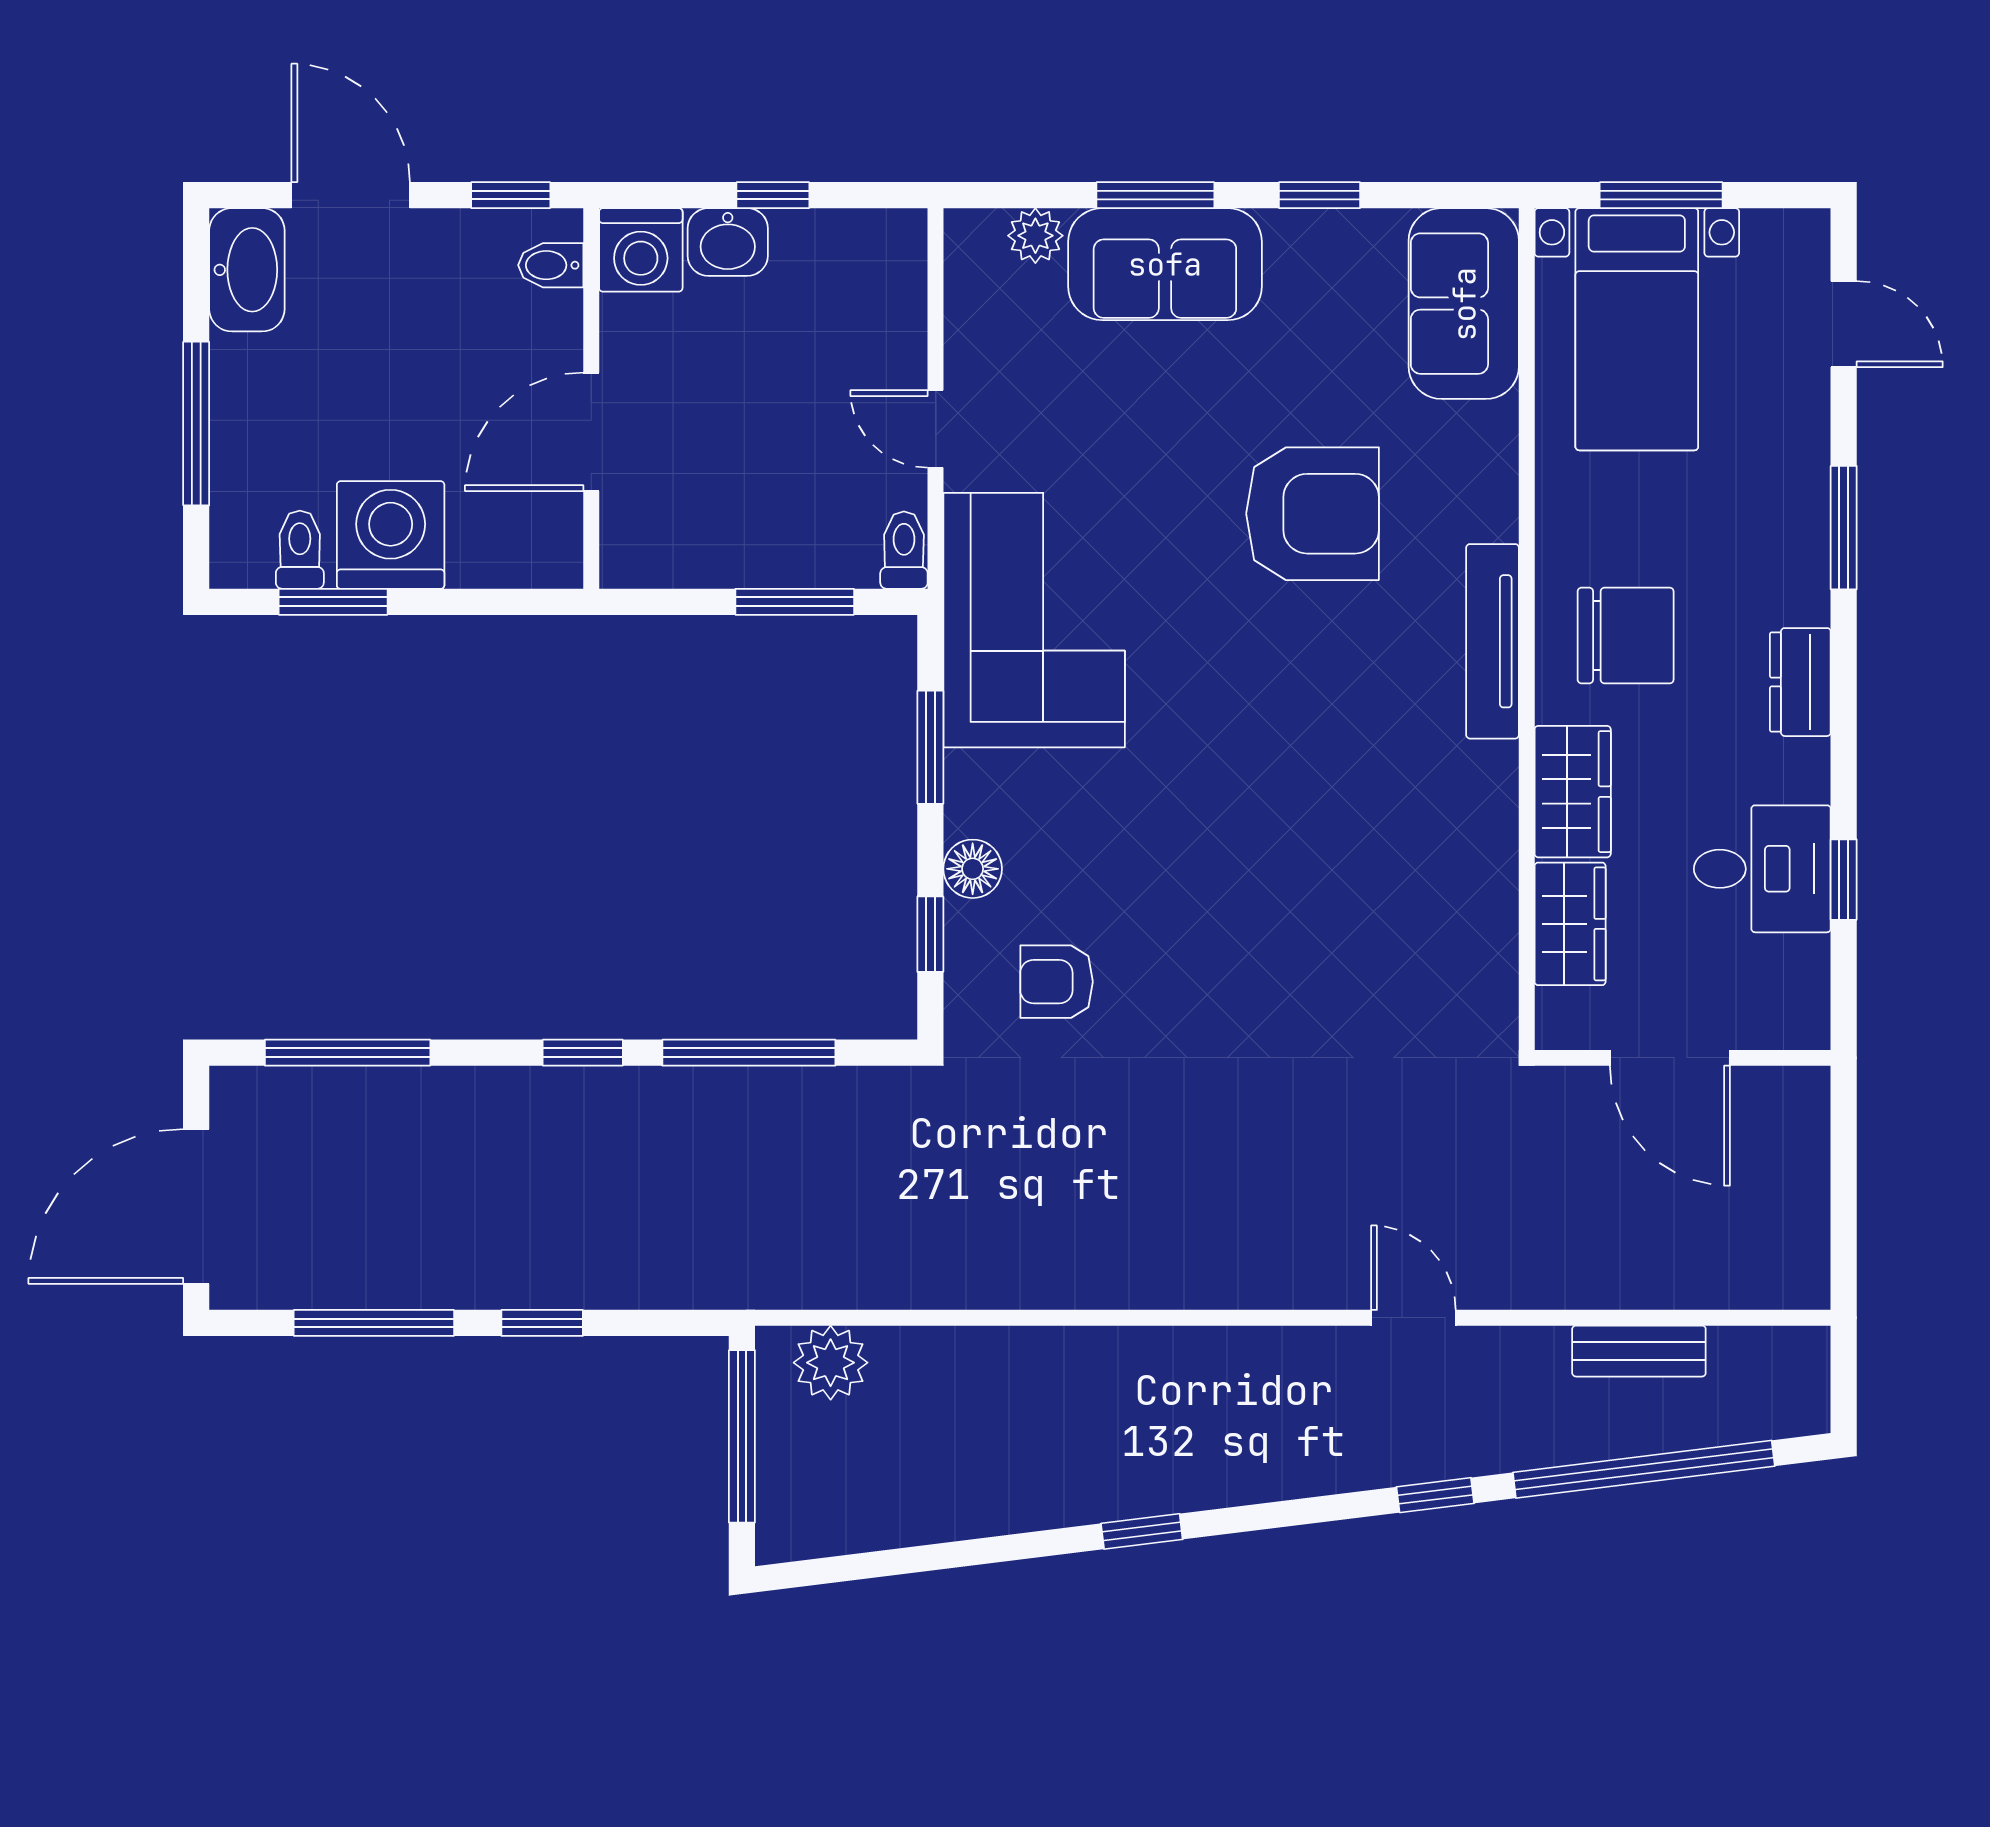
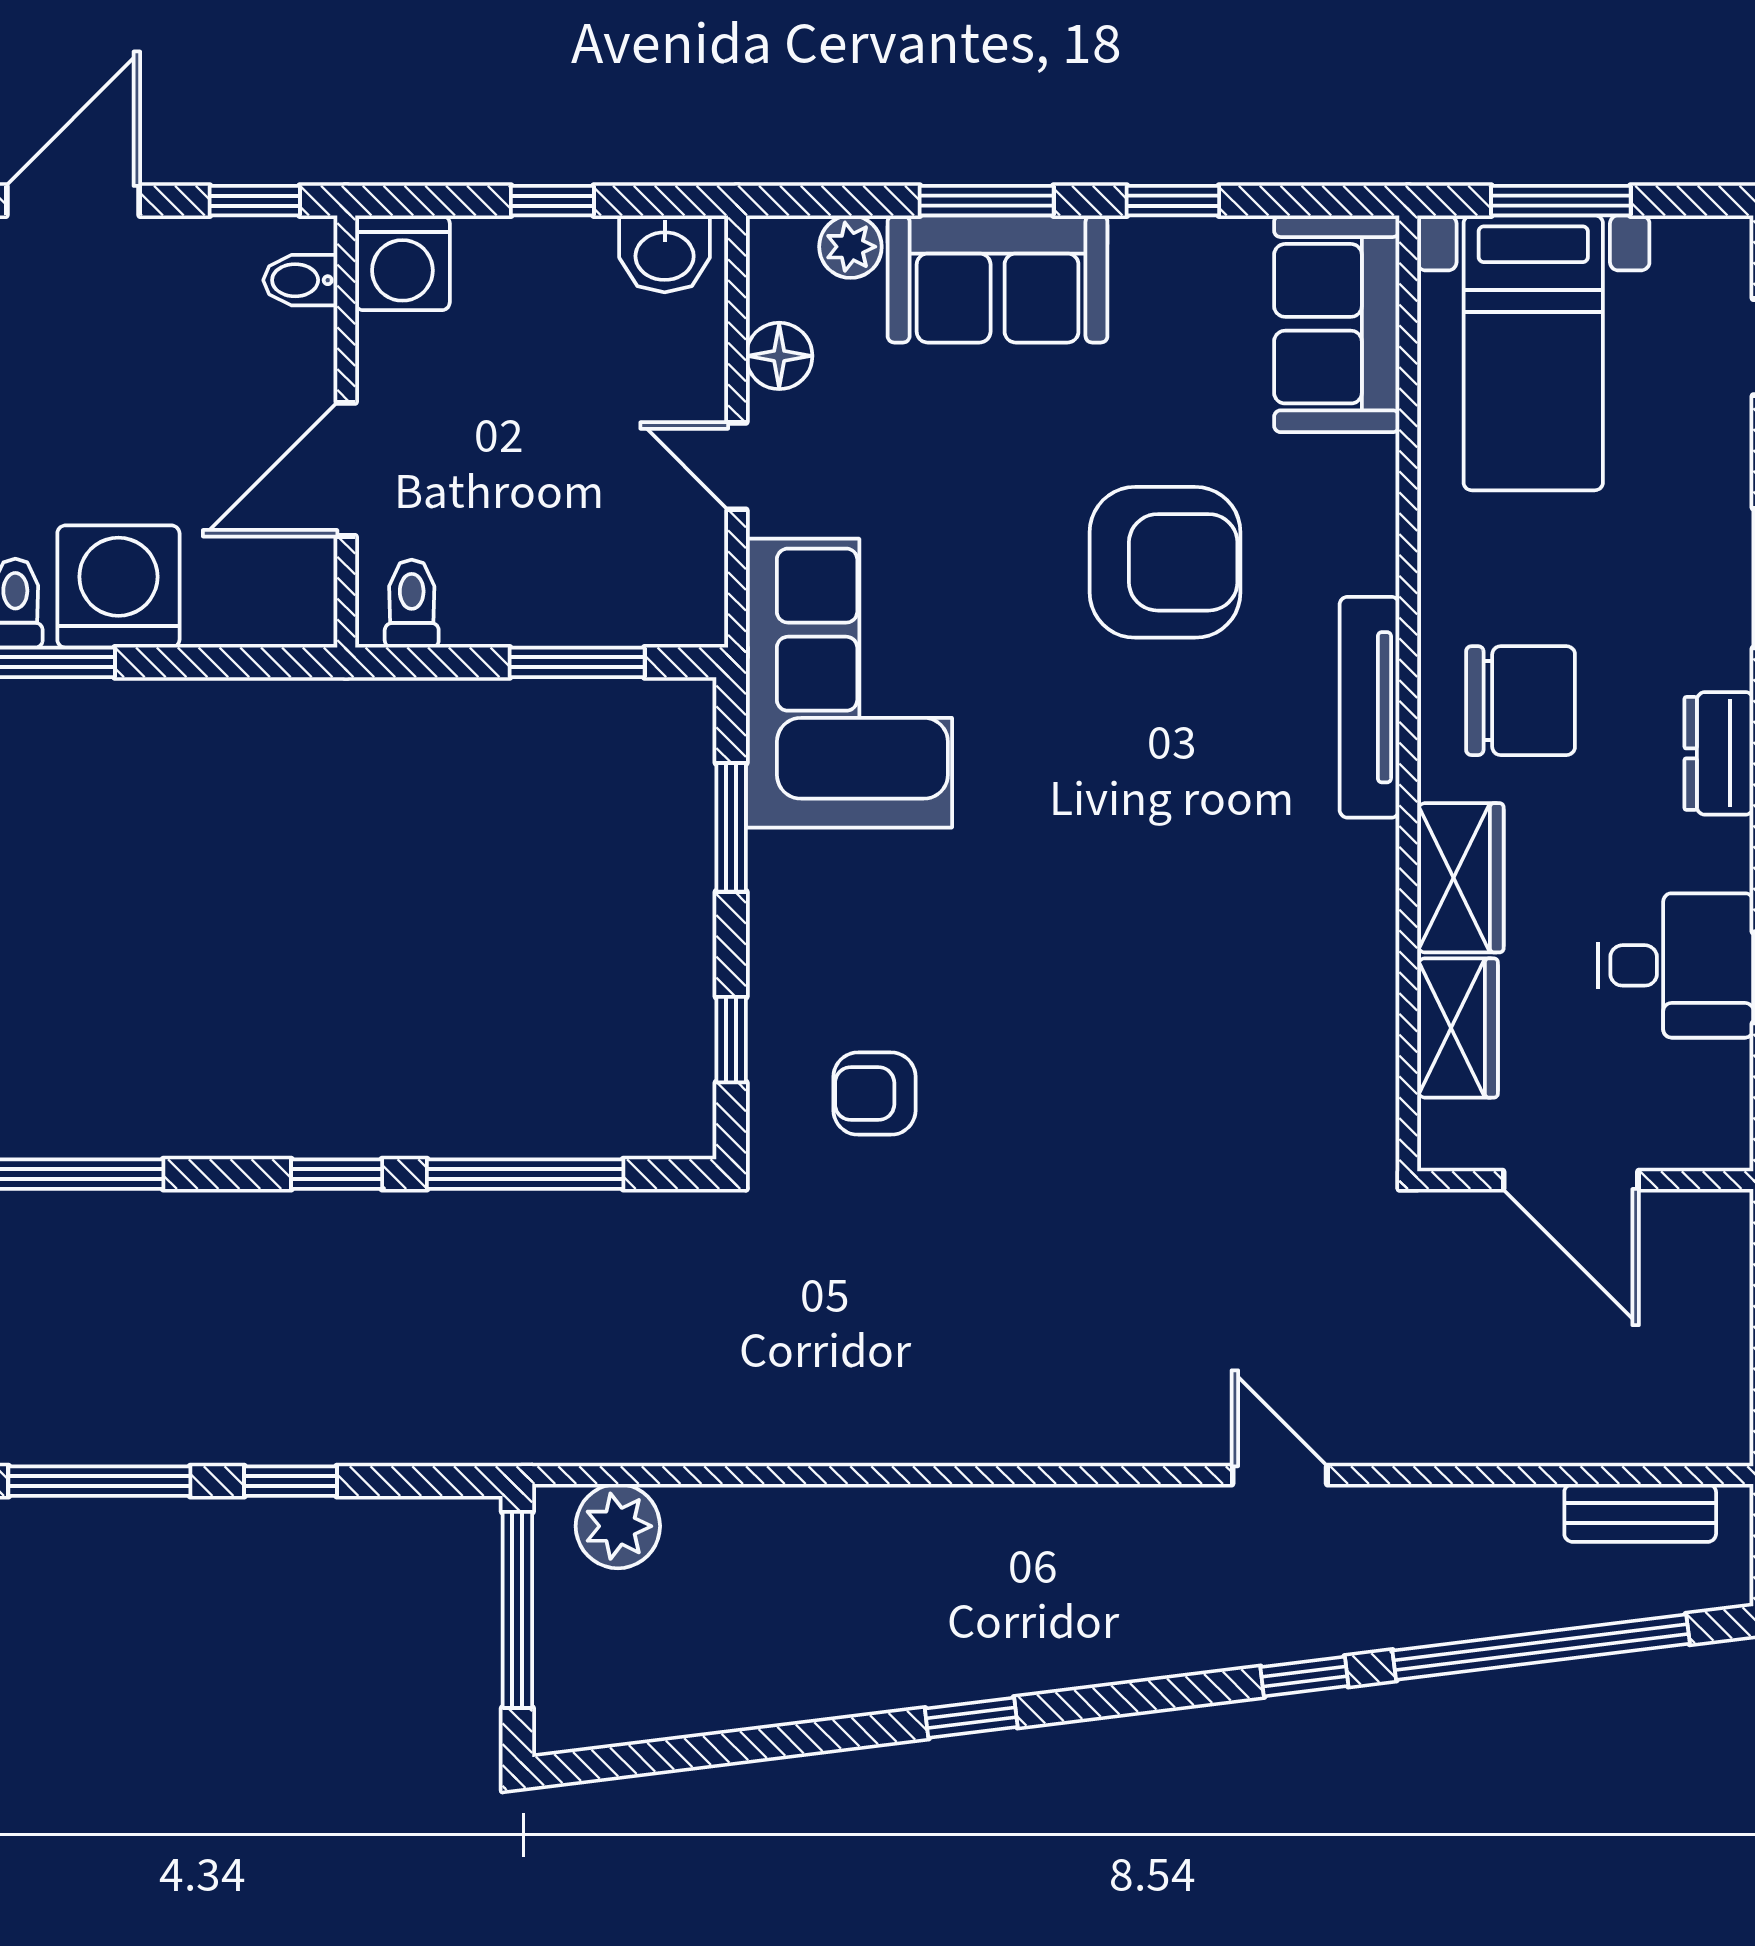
door: (351, 195) -> (73, 201), hinge flipped
washbasin: (728, 242) -> (665, 254), moved
toilet: (904, 550) -> (412, 604), moved
floor lamp: (973, 869) -> (779, 356), moved
bench: (1639, 1351) -> (1640, 1513), moved

